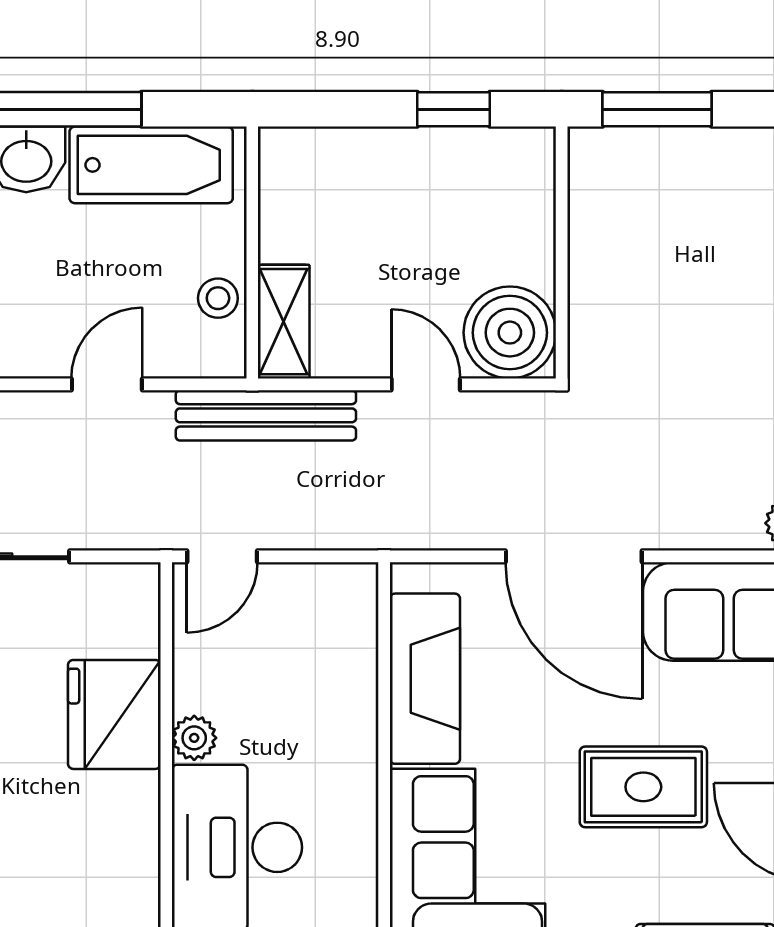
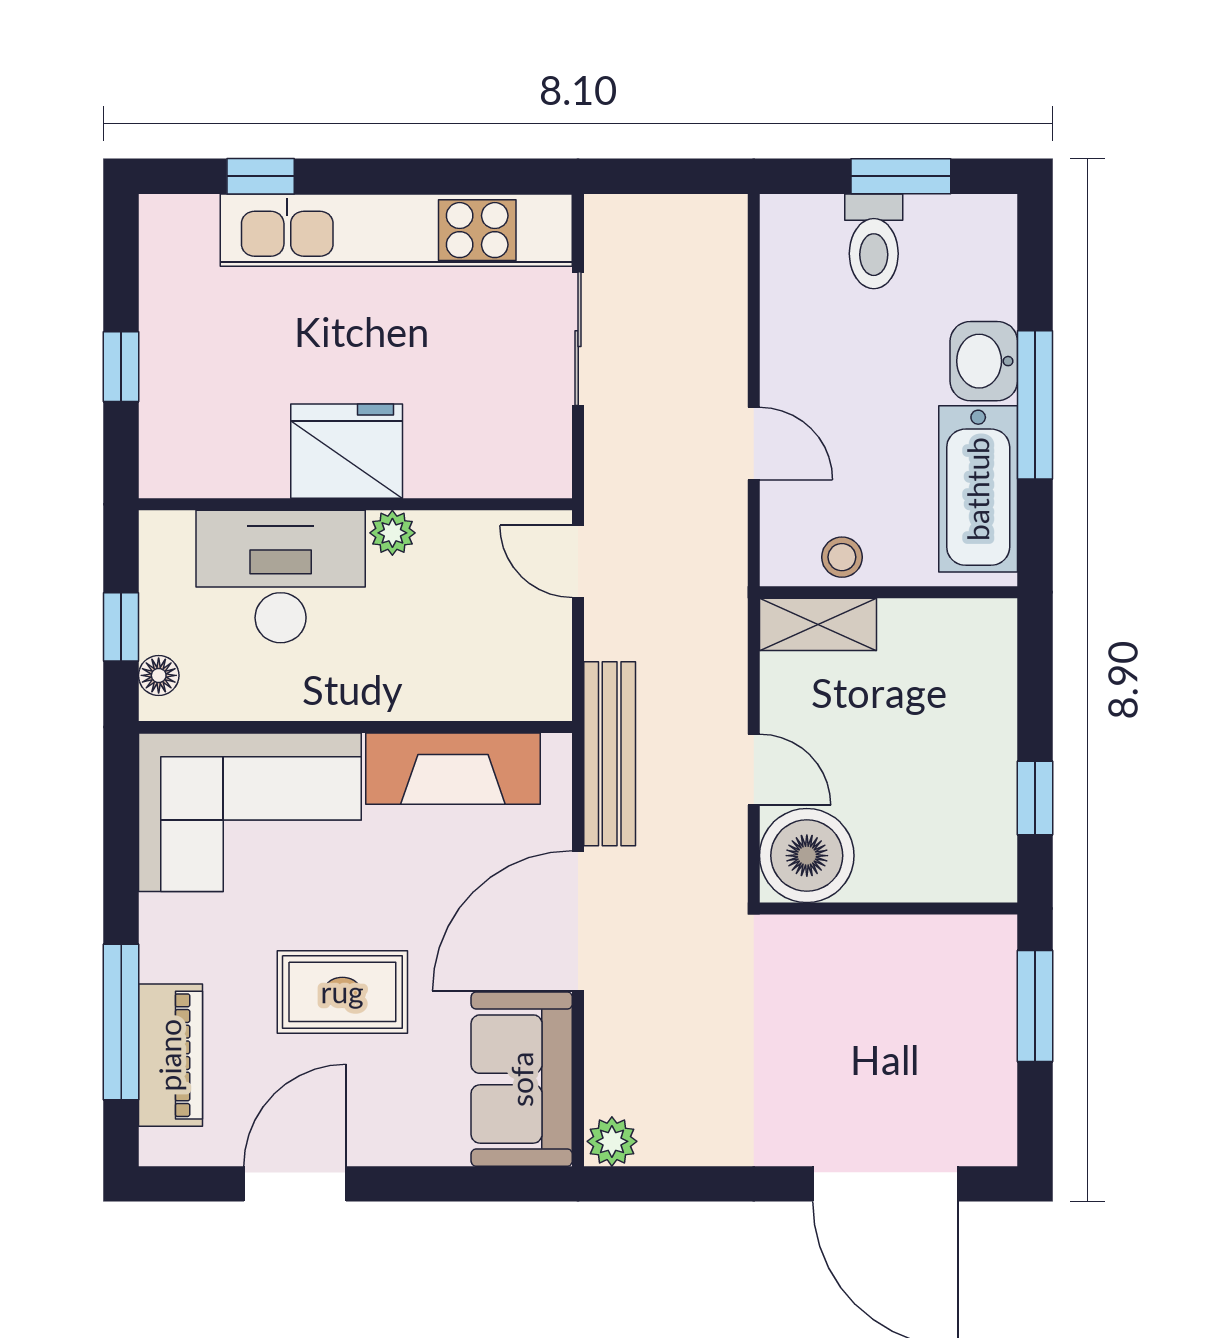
door: (426, 384) -> (754, 770), hinge flipped
bench: (266, 415) -> (610, 754), moved
fridge: (114, 714) -> (347, 451), moved
rug: (643, 787) -> (342, 992), turned 90

